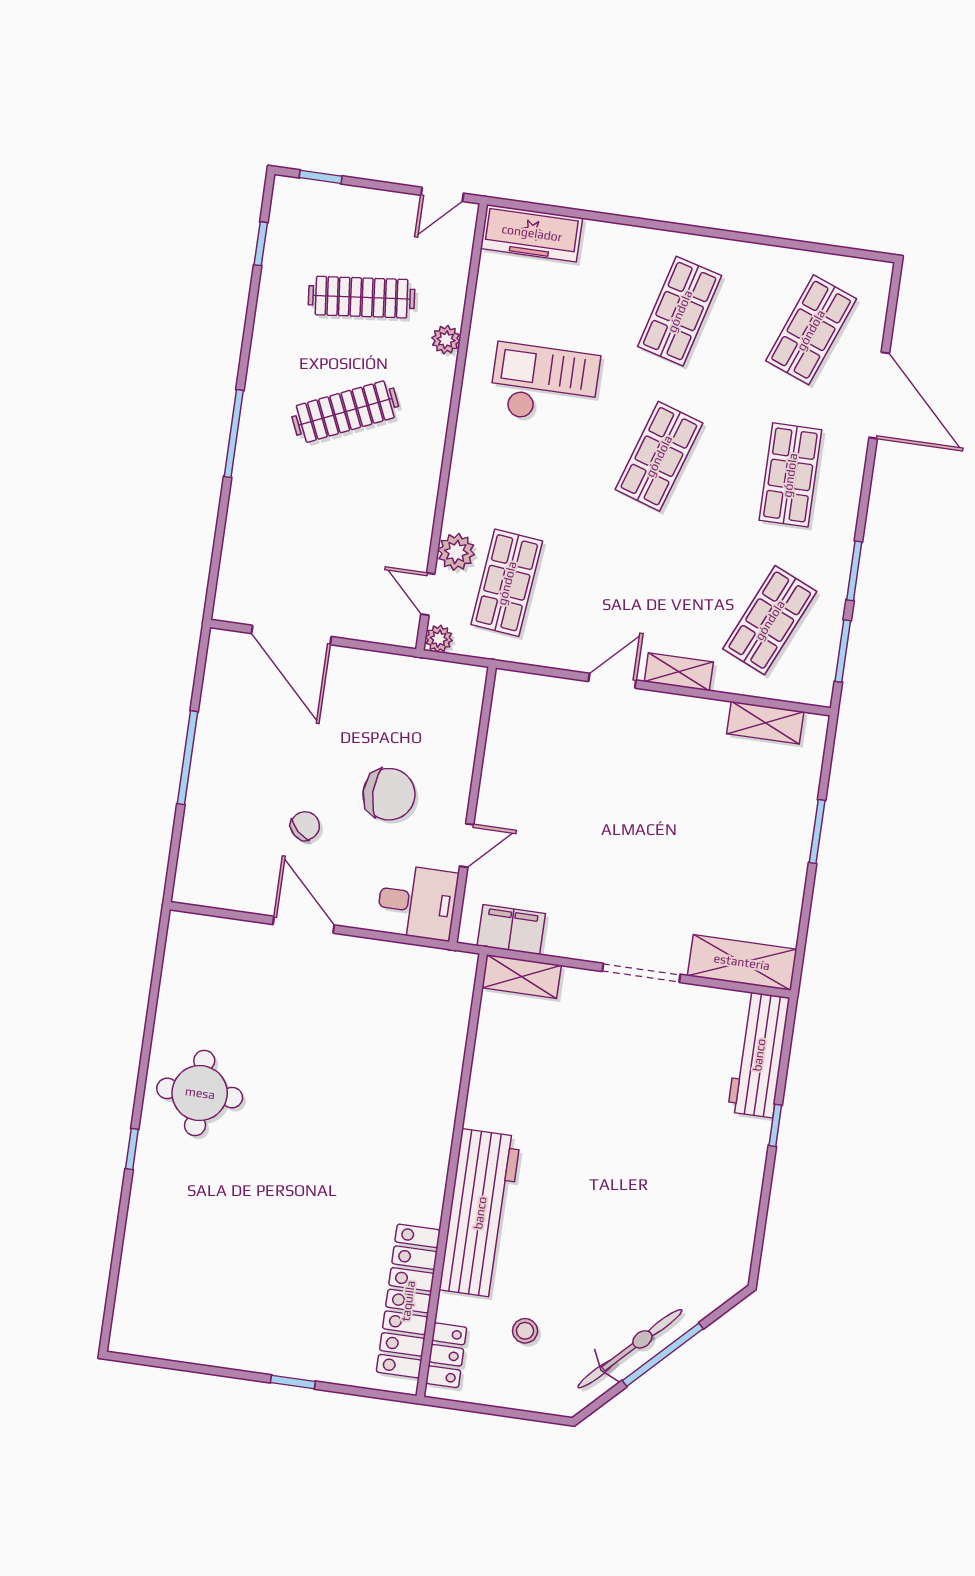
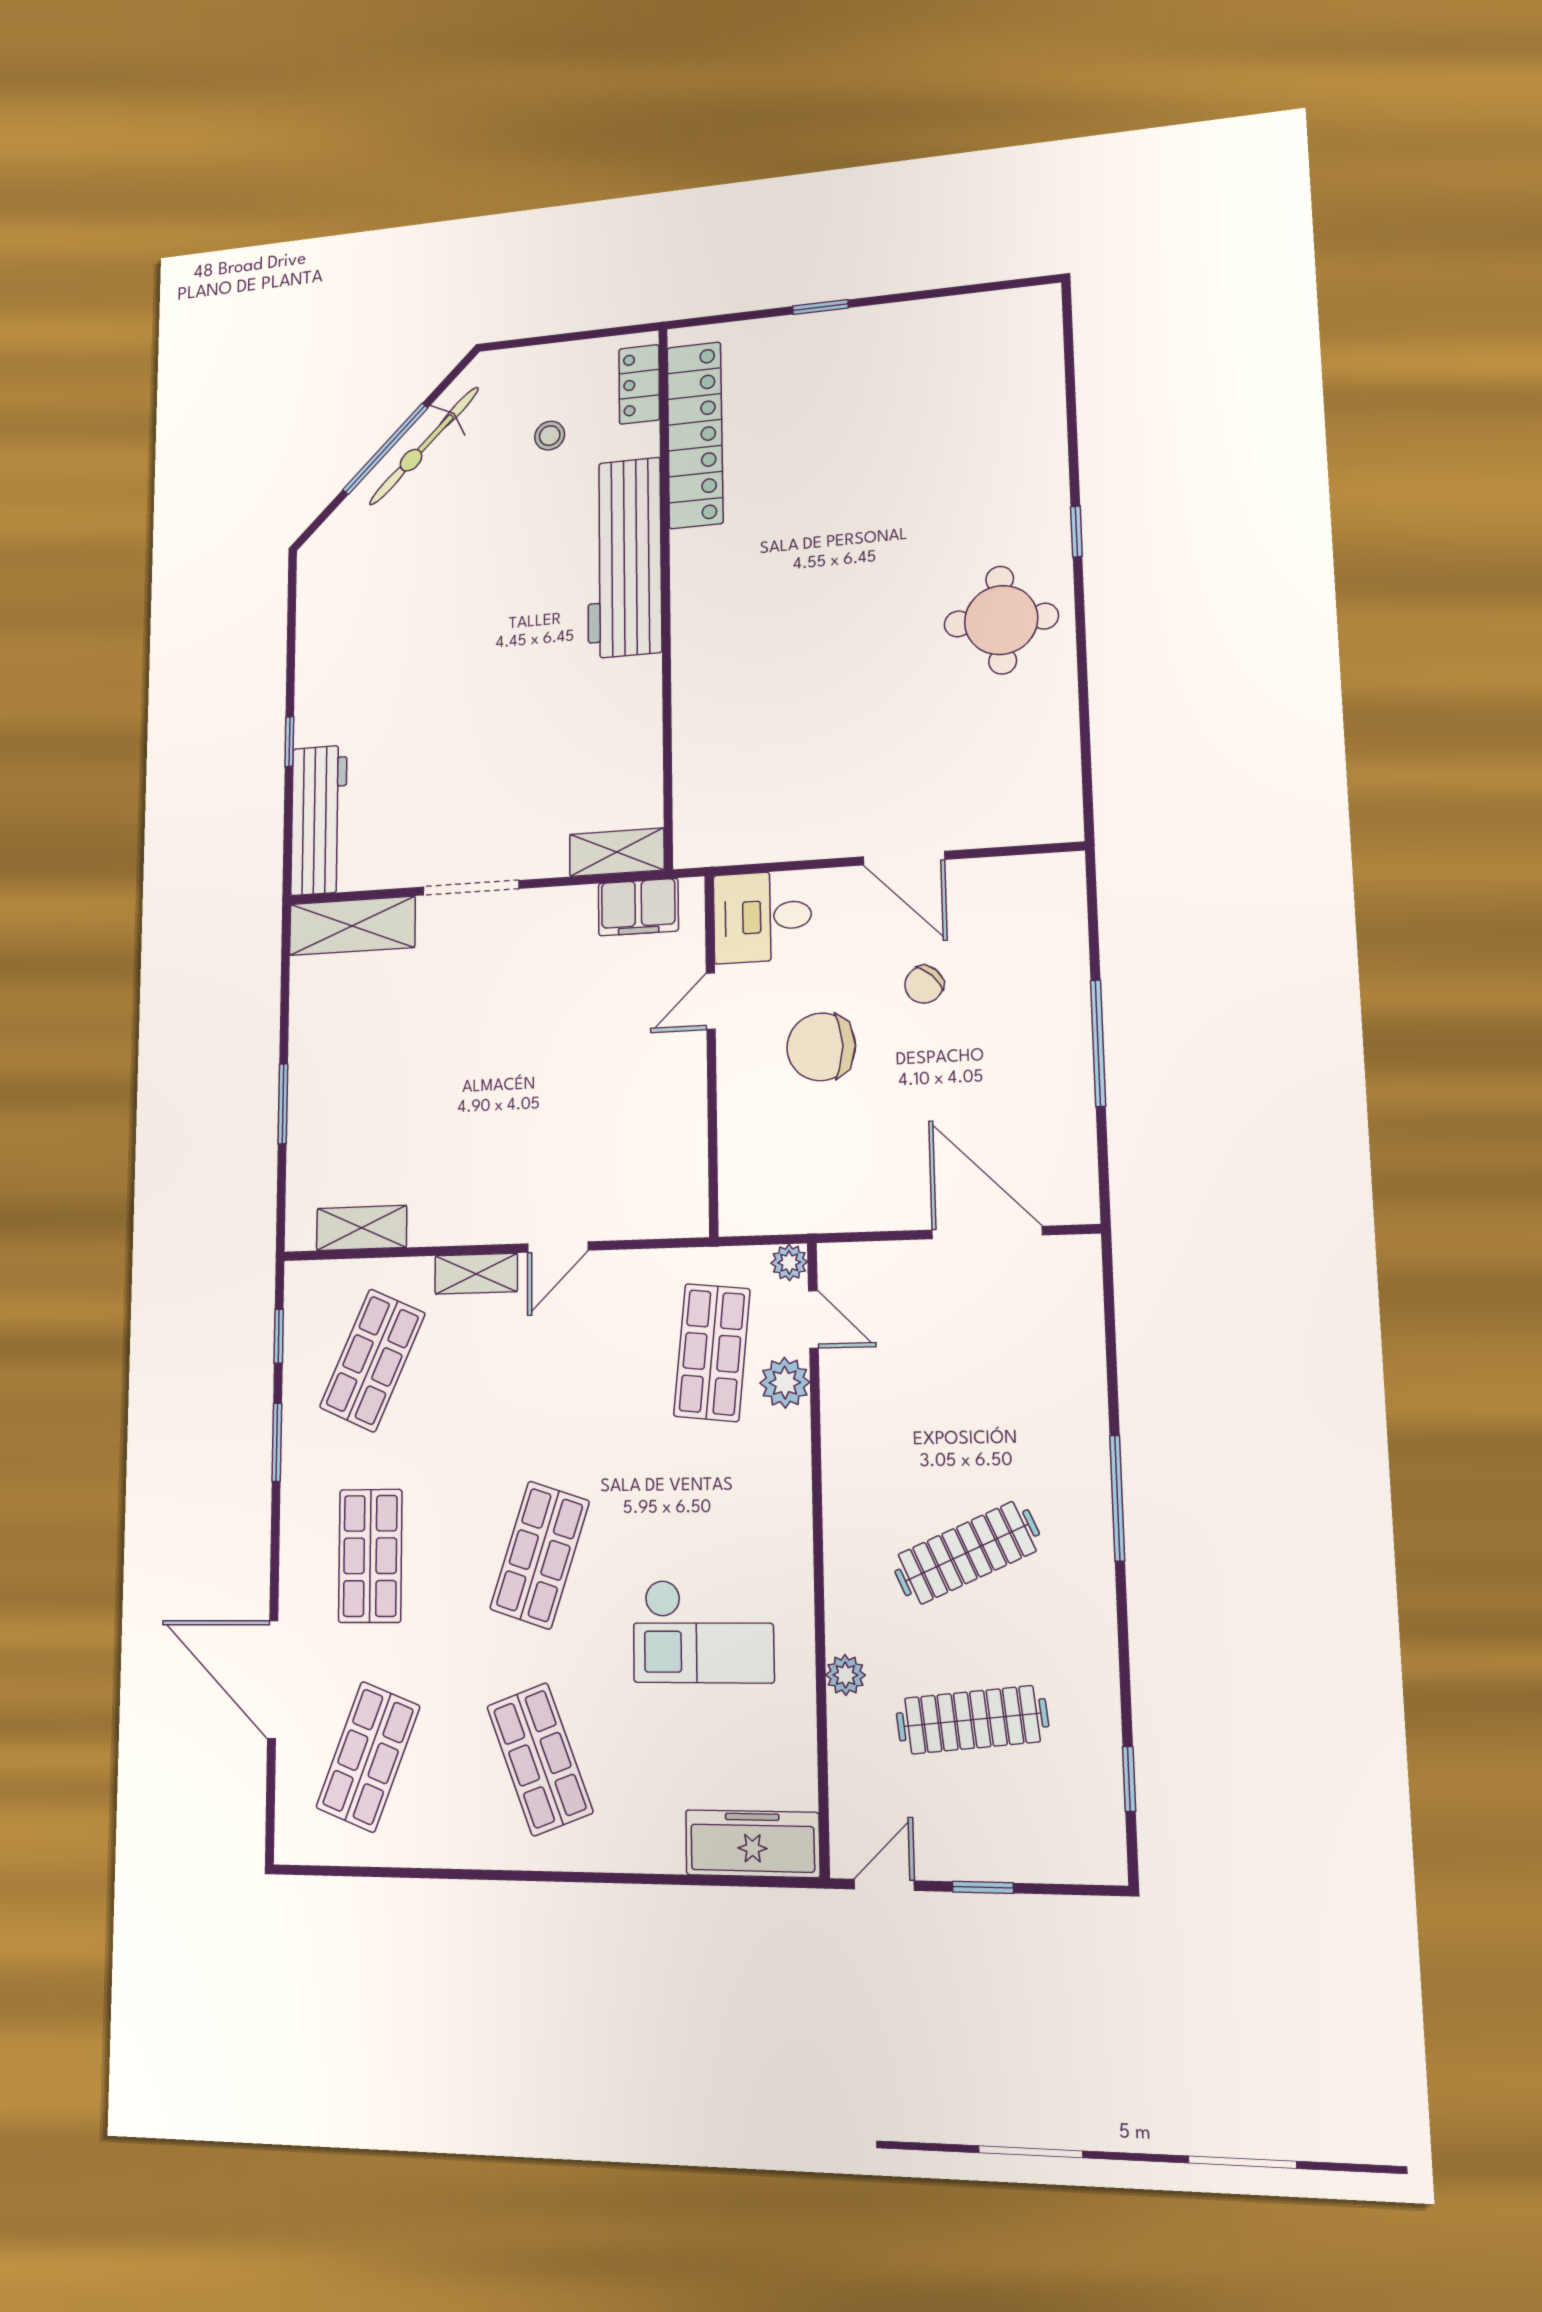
window: (321, 177) -> (983, 1887), moved
shop shelf: (680, 311) -> (540, 1759), turned -36
window: (843, 651) -> (279, 1336), width x0.67

